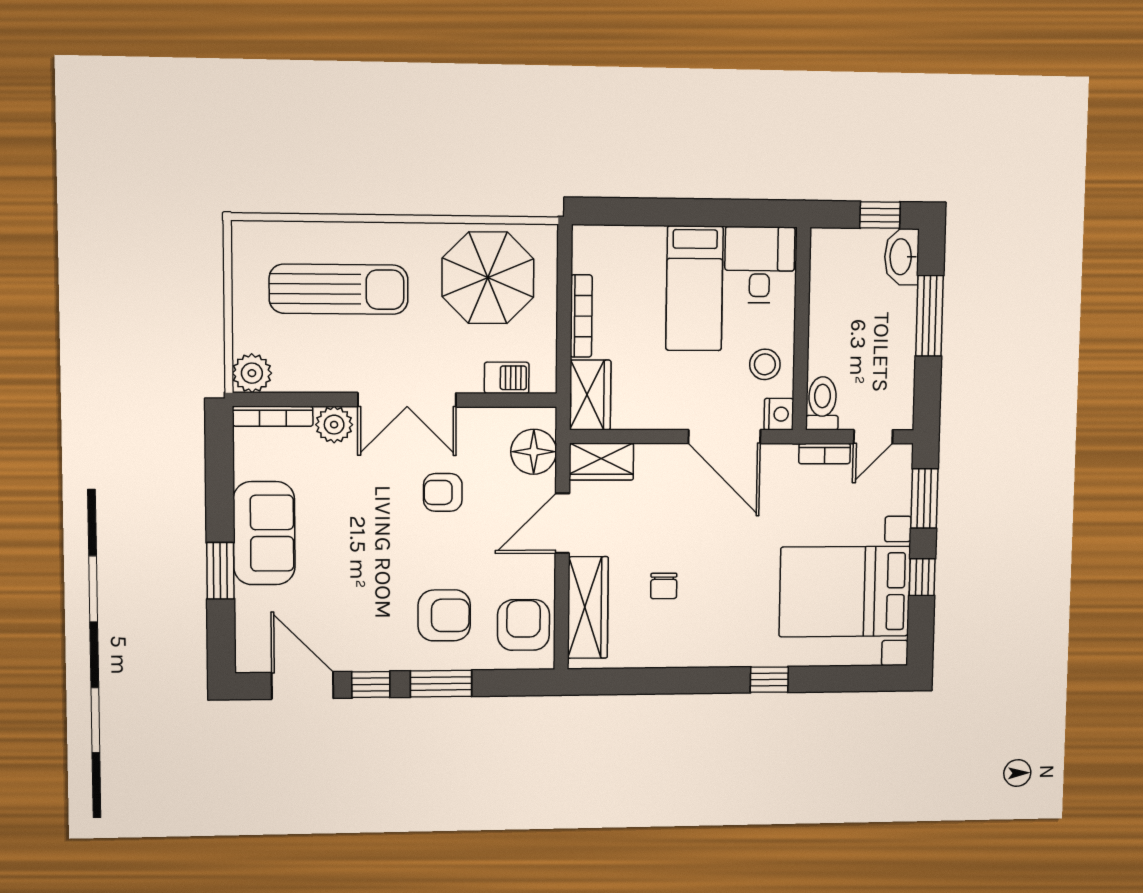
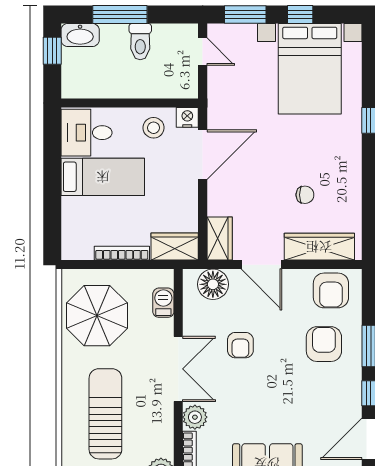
toilet: (822, 403) -> (140, 42), moved, turned -90
bookcase: (825, 453) -> (214, 85), removed
armchair: (523, 625) -> (331, 290), turned -90

